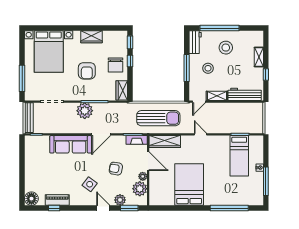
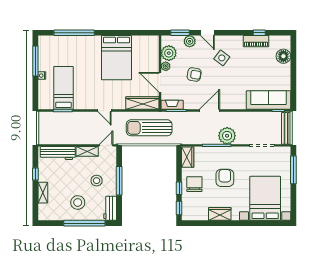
sofa: (71, 144) -> (268, 100), moved
floor lamp: (31, 199) -> (283, 56), moved

